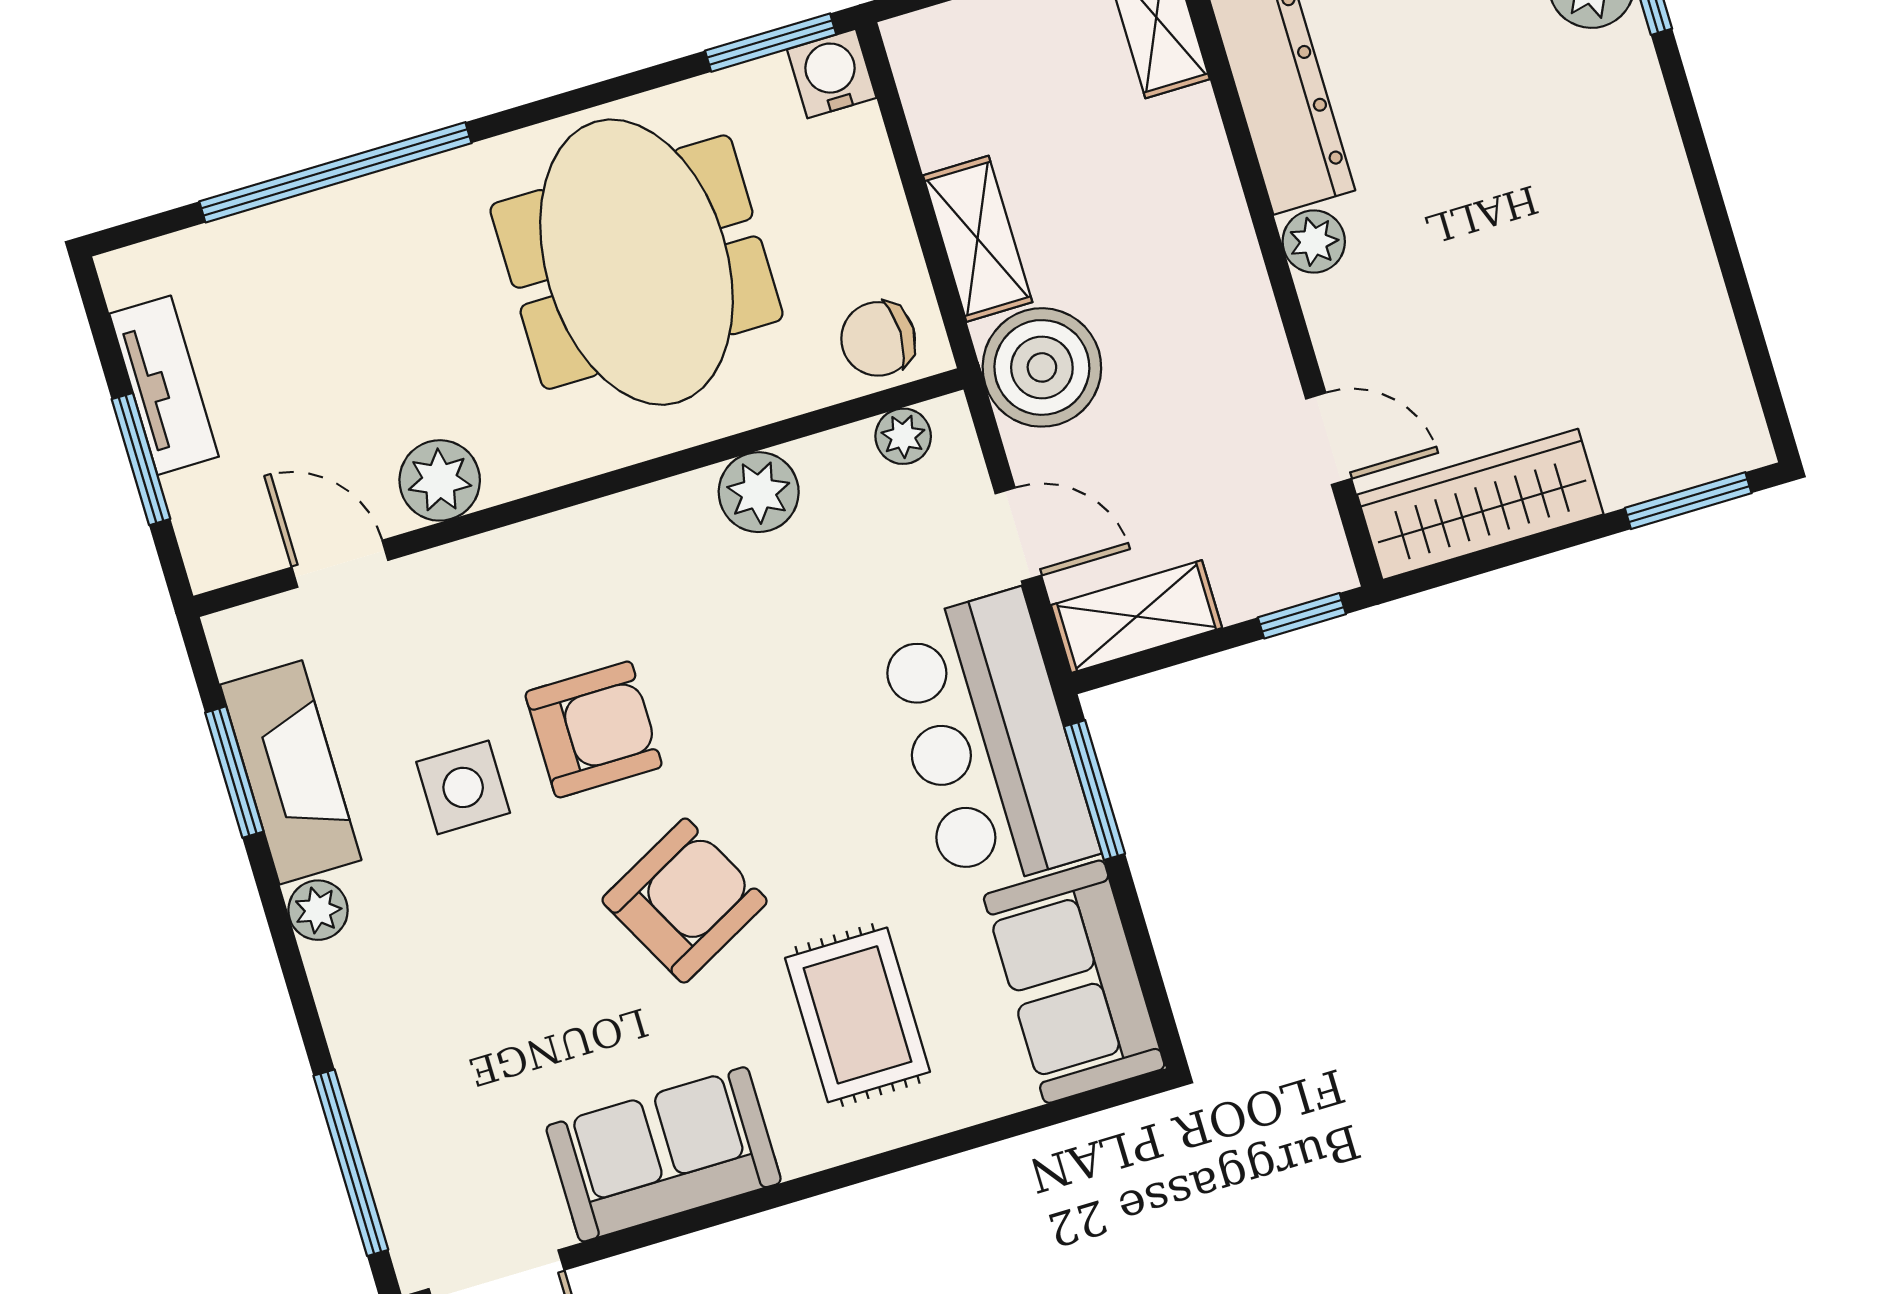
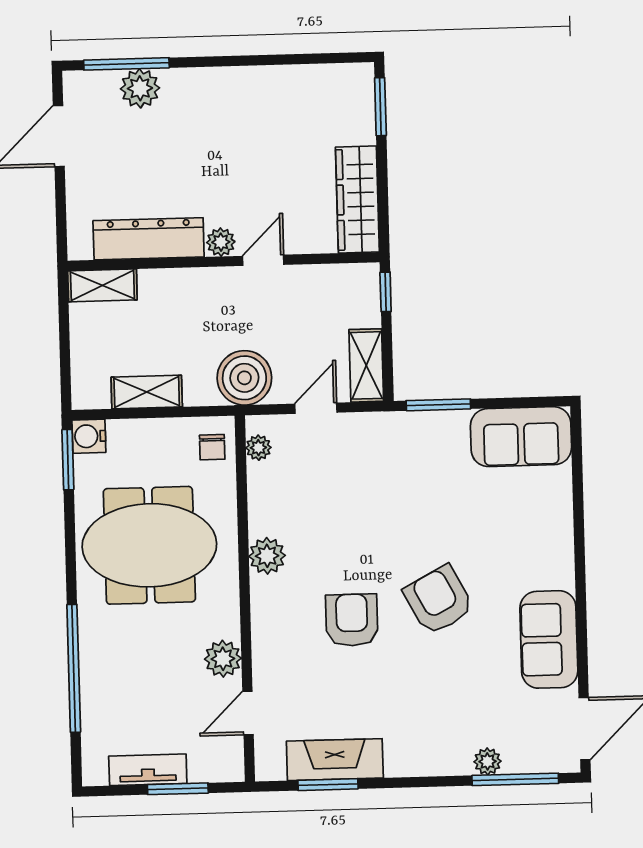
shelving: (978, 239) -> (147, 392), moved
chair: (878, 339) -> (212, 447), width x0.73, depth x0.73
door: (1329, 439) -> (263, 260), moved
plant: (759, 492) -> (267, 556), moved
bar counter: (987, 742) -> (404, 447), removed
side table: (463, 787) -> (362, 685), removed
plant: (318, 910) -> (487, 761), moved
rug: (857, 1015) -> (510, 537), removed

